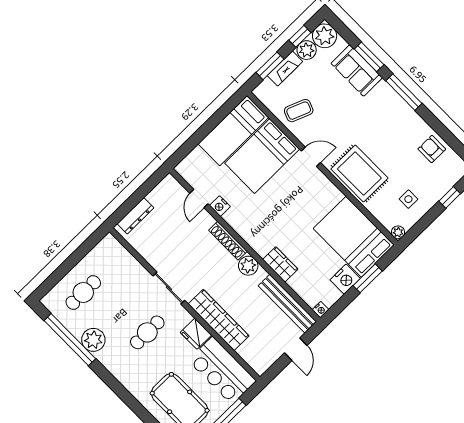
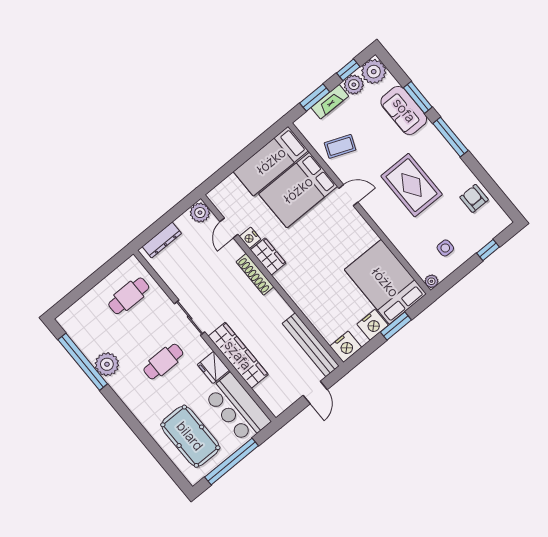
rug: (359, 173) -> (412, 185), moved
wardrobe: (280, 264) -> (268, 256), moved
plant: (248, 266) -> (200, 213), moved
cafe table: (83, 293) -> (129, 296), moved
nightstand: (321, 310) -> (346, 347), width x1.89, depth x1.79

